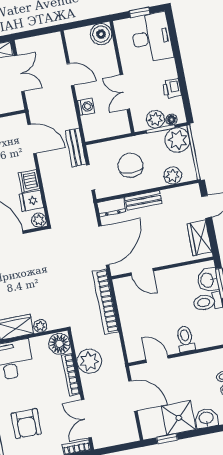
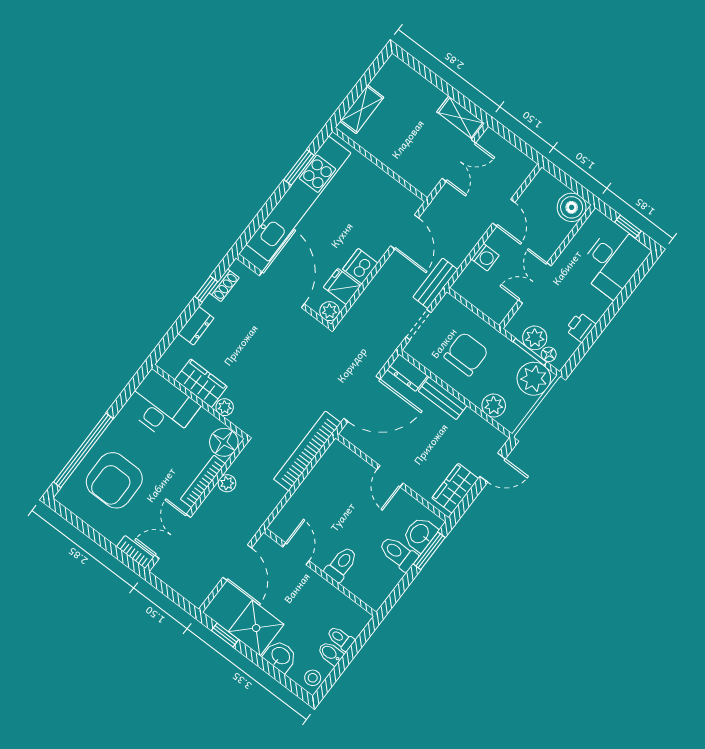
door: (142, 272) -> (390, 476), moved
plant: (89, 361) -> (227, 483), width x0.53, depth x0.53
armchair: (26, 424) -> (114, 480), width x1.36, depth x1.36

